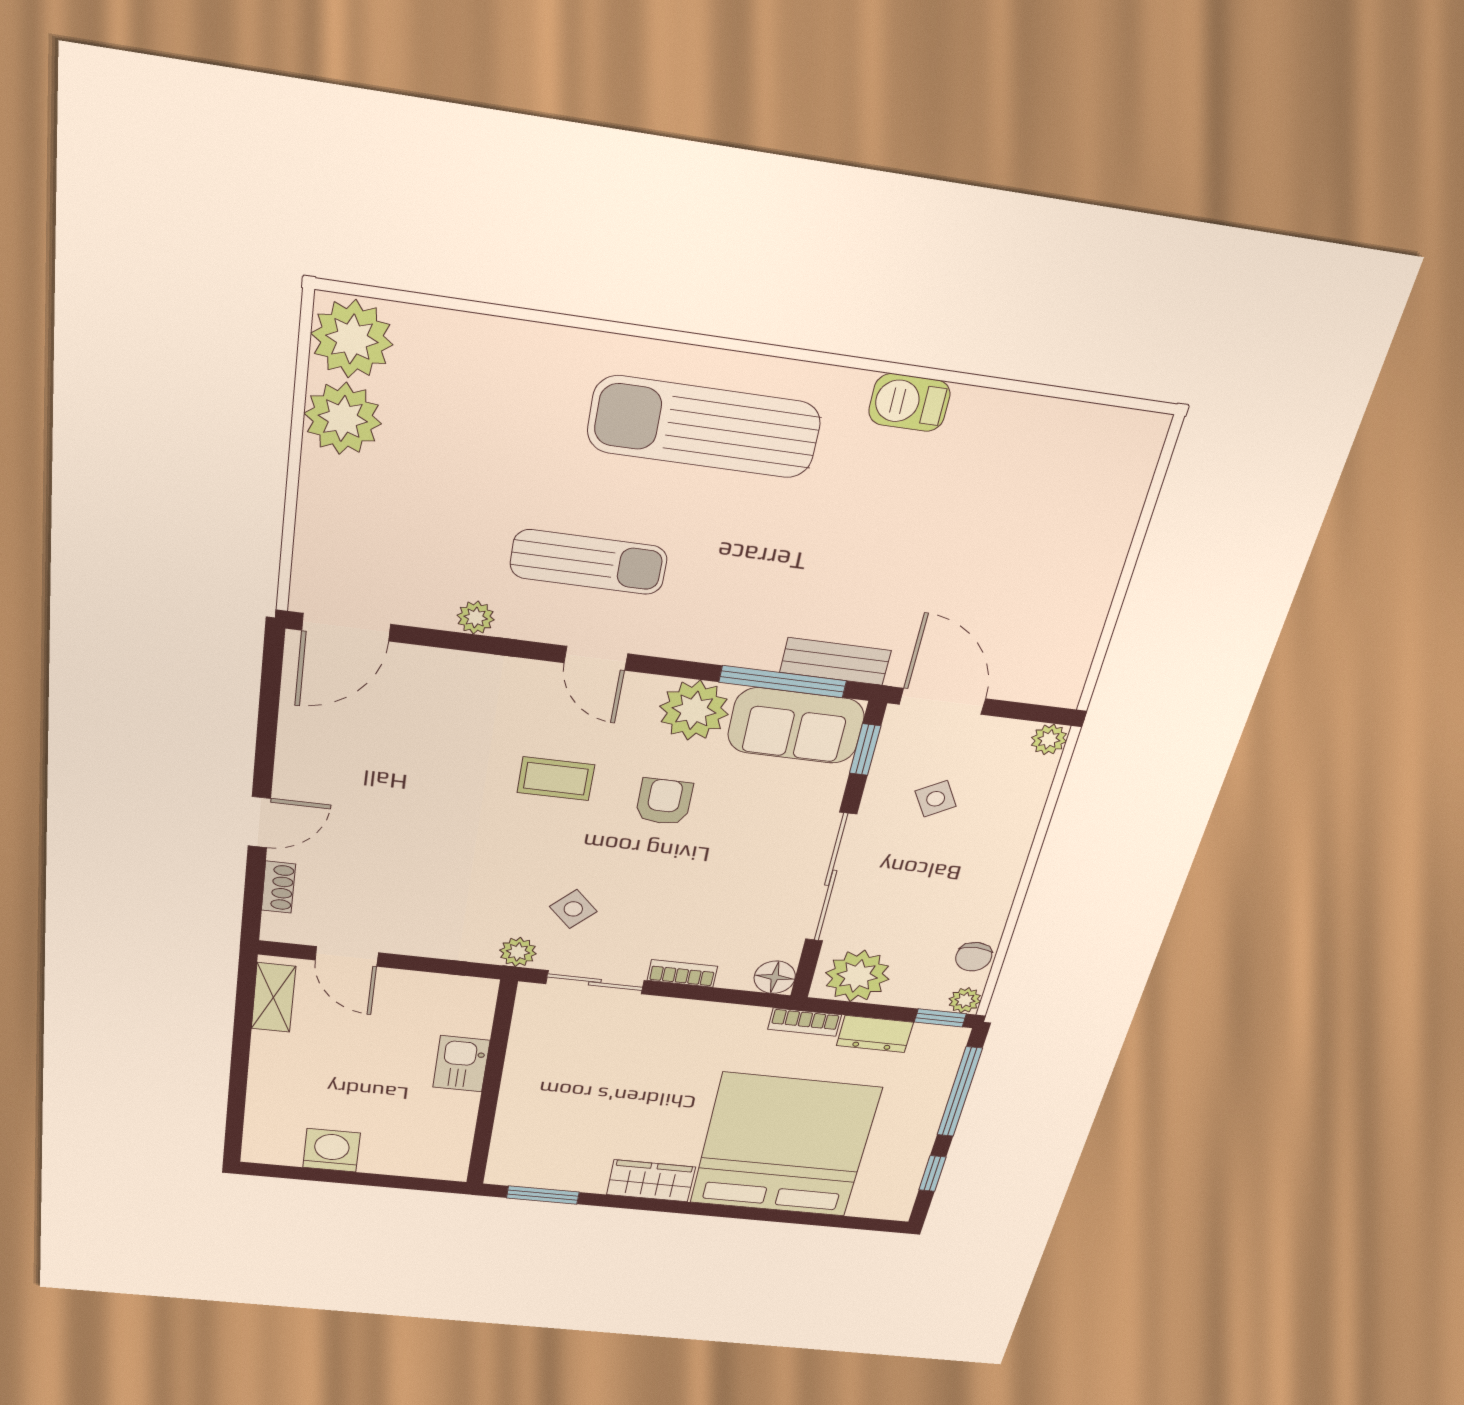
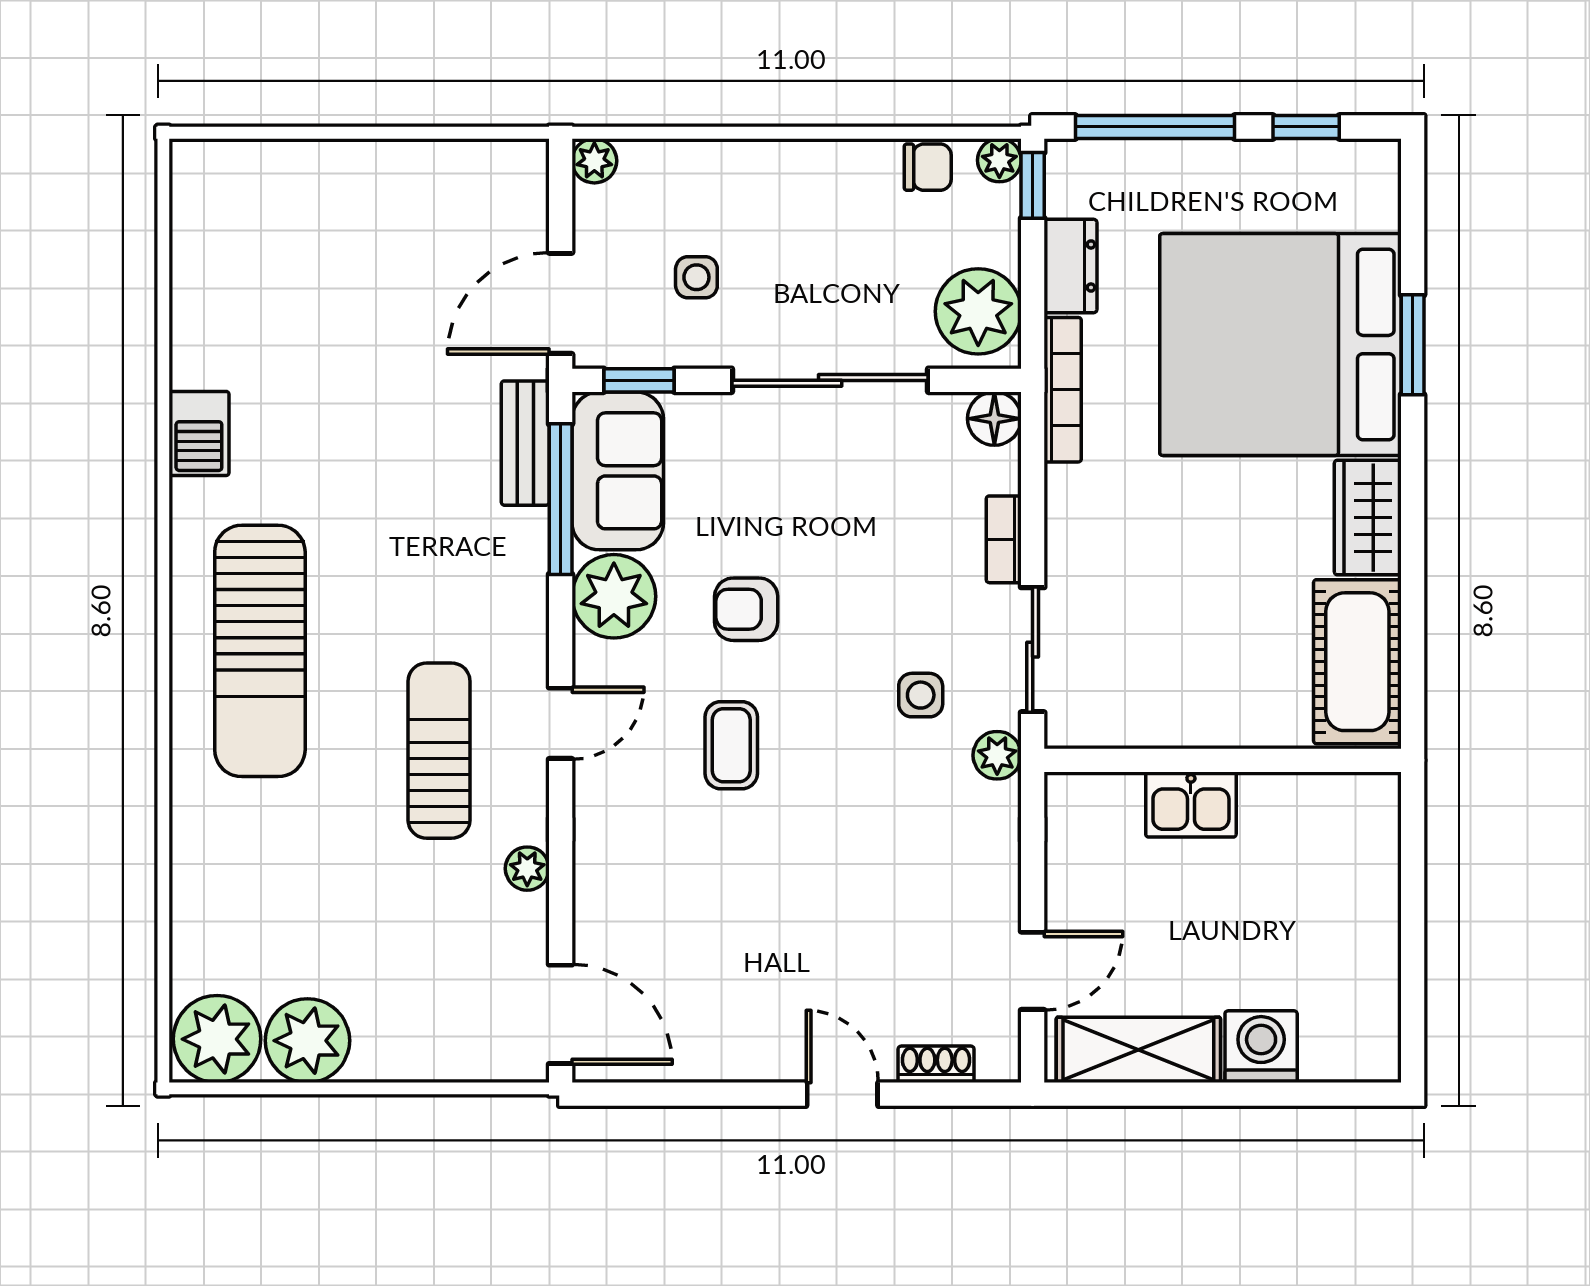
side table: (936, 799) -> (696, 277), turned 30
side table: (573, 909) -> (921, 695), turned 45
shelving: (273, 998) -> (1138, 1050), width x1.50, depth x1.33
bookcase: (805, 1022) -> (1063, 390), width x1.56
washing machine: (332, 1150) -> (1261, 1047), moved, turned 90
cot: (550, 1166) -> (1357, 662), added
window: (543, 1195) -> (1413, 345), moved

